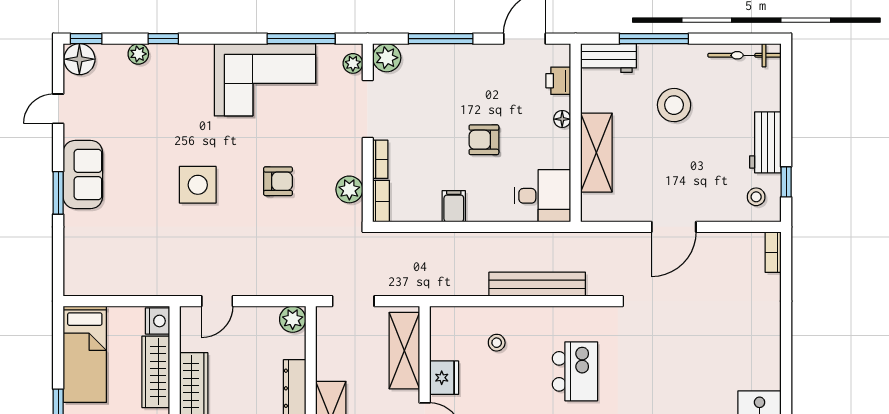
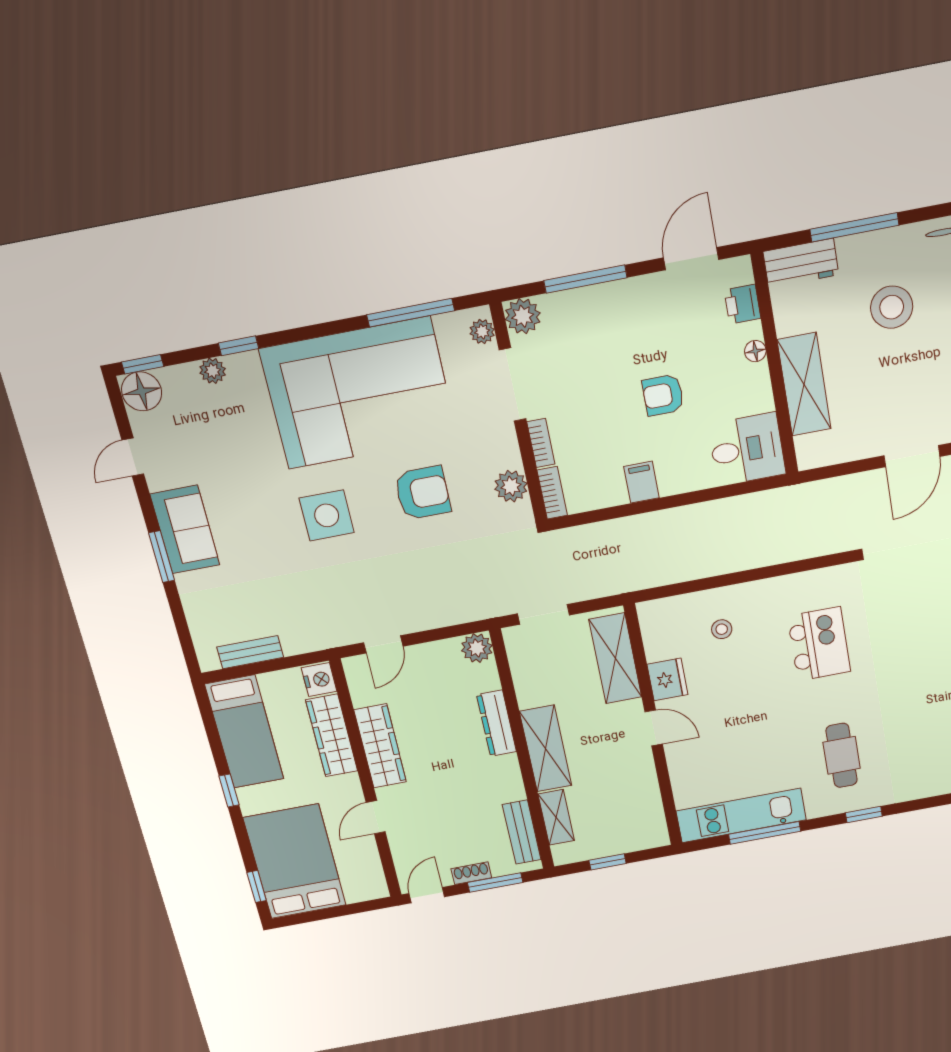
corner sofa: (265, 80) -> (359, 393), width x1.36, depth x1.36
armchair: (278, 181) -> (422, 493), width x1.38, depth x1.38
bench: (537, 284) -> (250, 652), moved, width x0.54, depth x0.82

